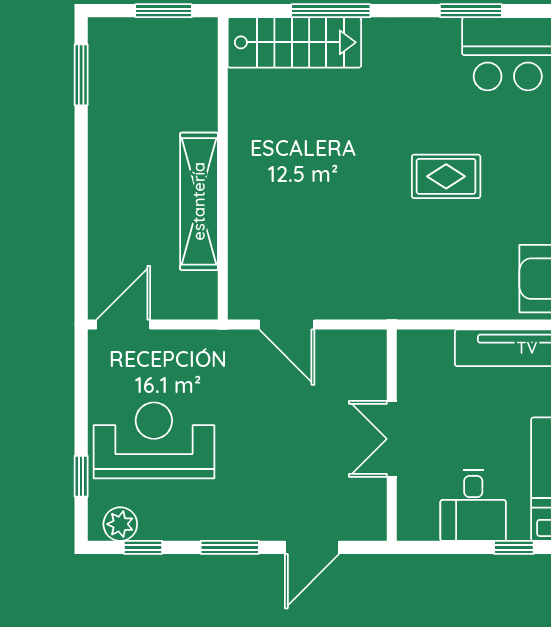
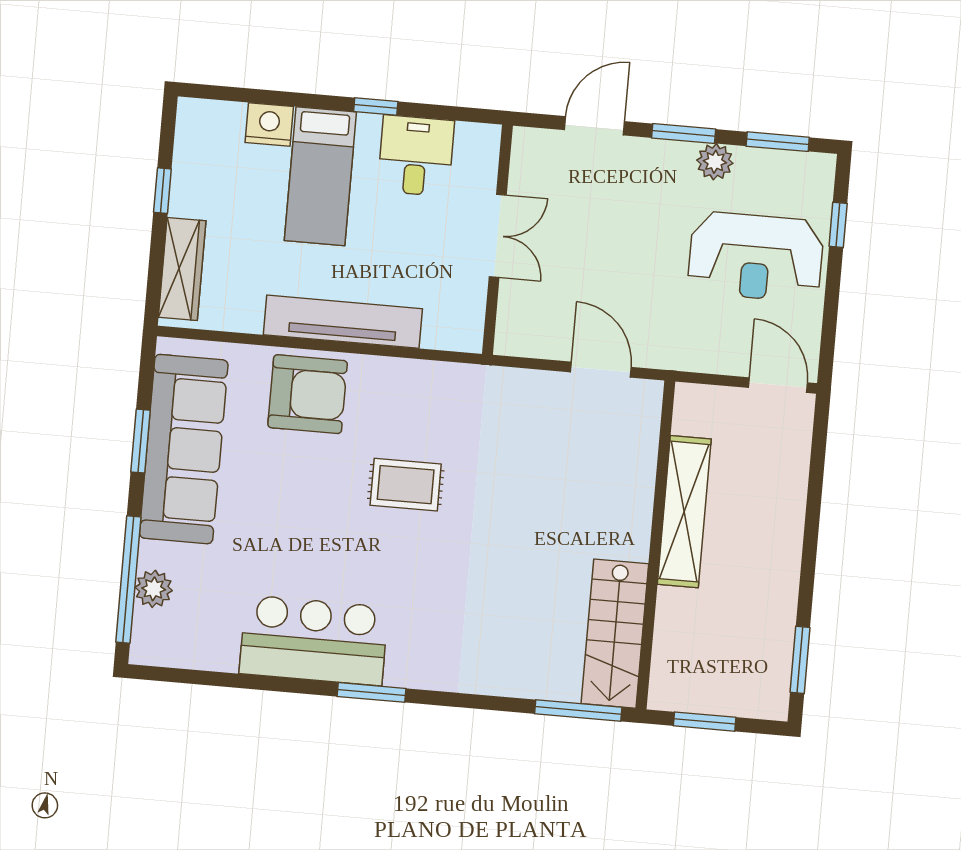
window: (331, 11) -> (578, 711), moved
stairs: (294, 42) -> (615, 634), moved, turned -90
rug: (446, 176) -> (406, 485), moved
door: (123, 325) -> (778, 385), swing flipped
plant: (120, 524) -> (715, 162), moved
window: (143, 547) -> (778, 142), width x1.50

